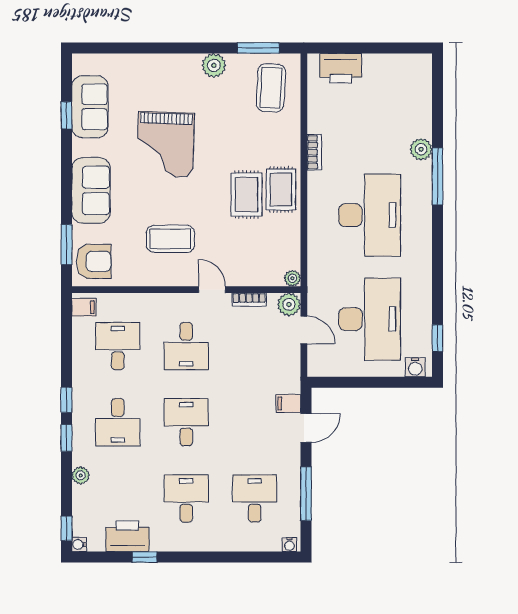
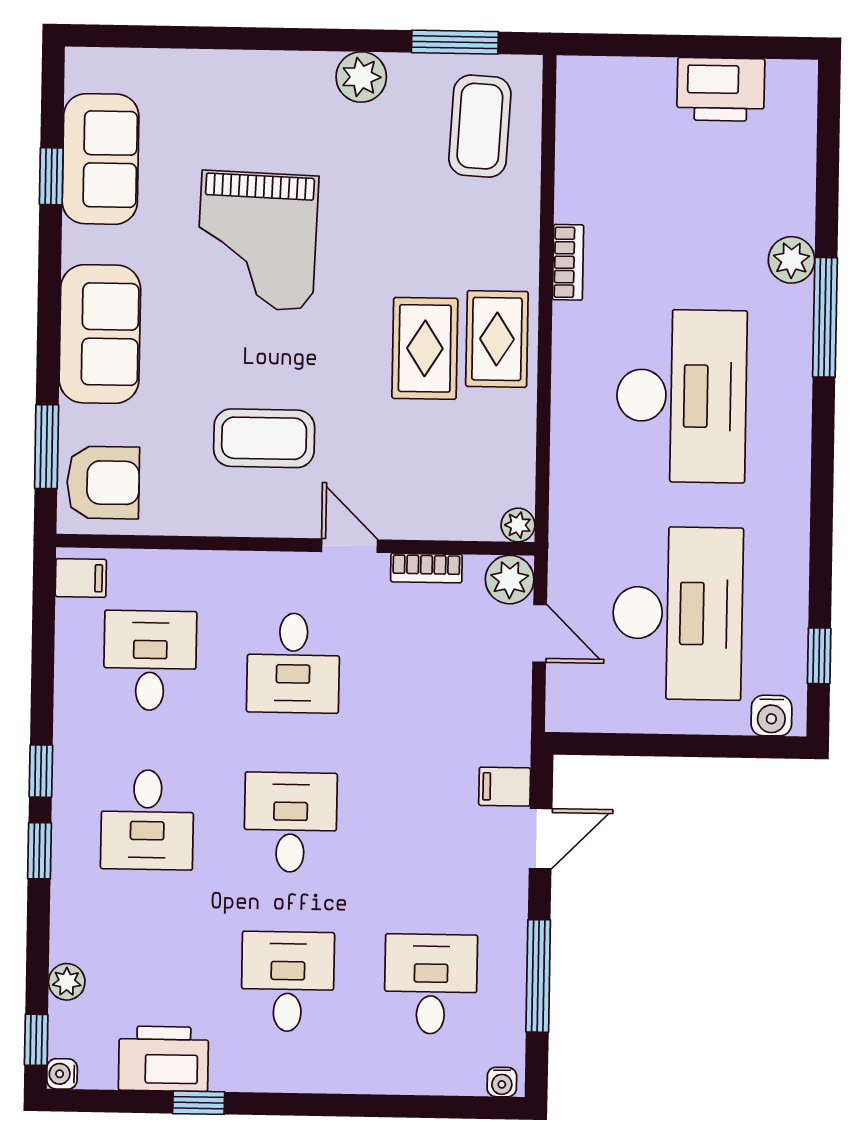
printer: (341, 68) -> (721, 89), moved
plant: (81, 475) -> (67, 982), moved

